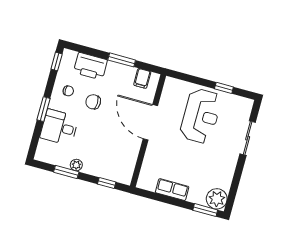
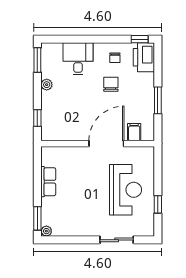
printer: (90, 66) -> (144, 57), moved
filing cabinet: (142, 78) -> (134, 132), moved, turned 90
window: (44, 109) -> (91, 39), removed
reception desk: (201, 116) -> (125, 190), turned -90
window: (66, 172) -> (37, 60), moved
plant: (217, 199) -> (46, 231), width x0.53, depth x0.53

